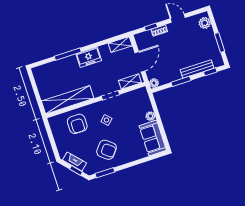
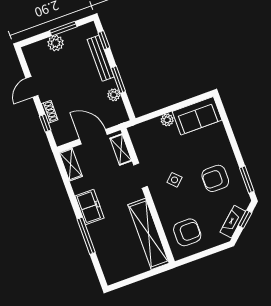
plant: (205, 23) -> (56, 43), moved
plant: (154, 83) -> (114, 95), moved
armchair: (77, 124) -> (187, 232), moved
armchair: (107, 150) -> (215, 178), turned -129

